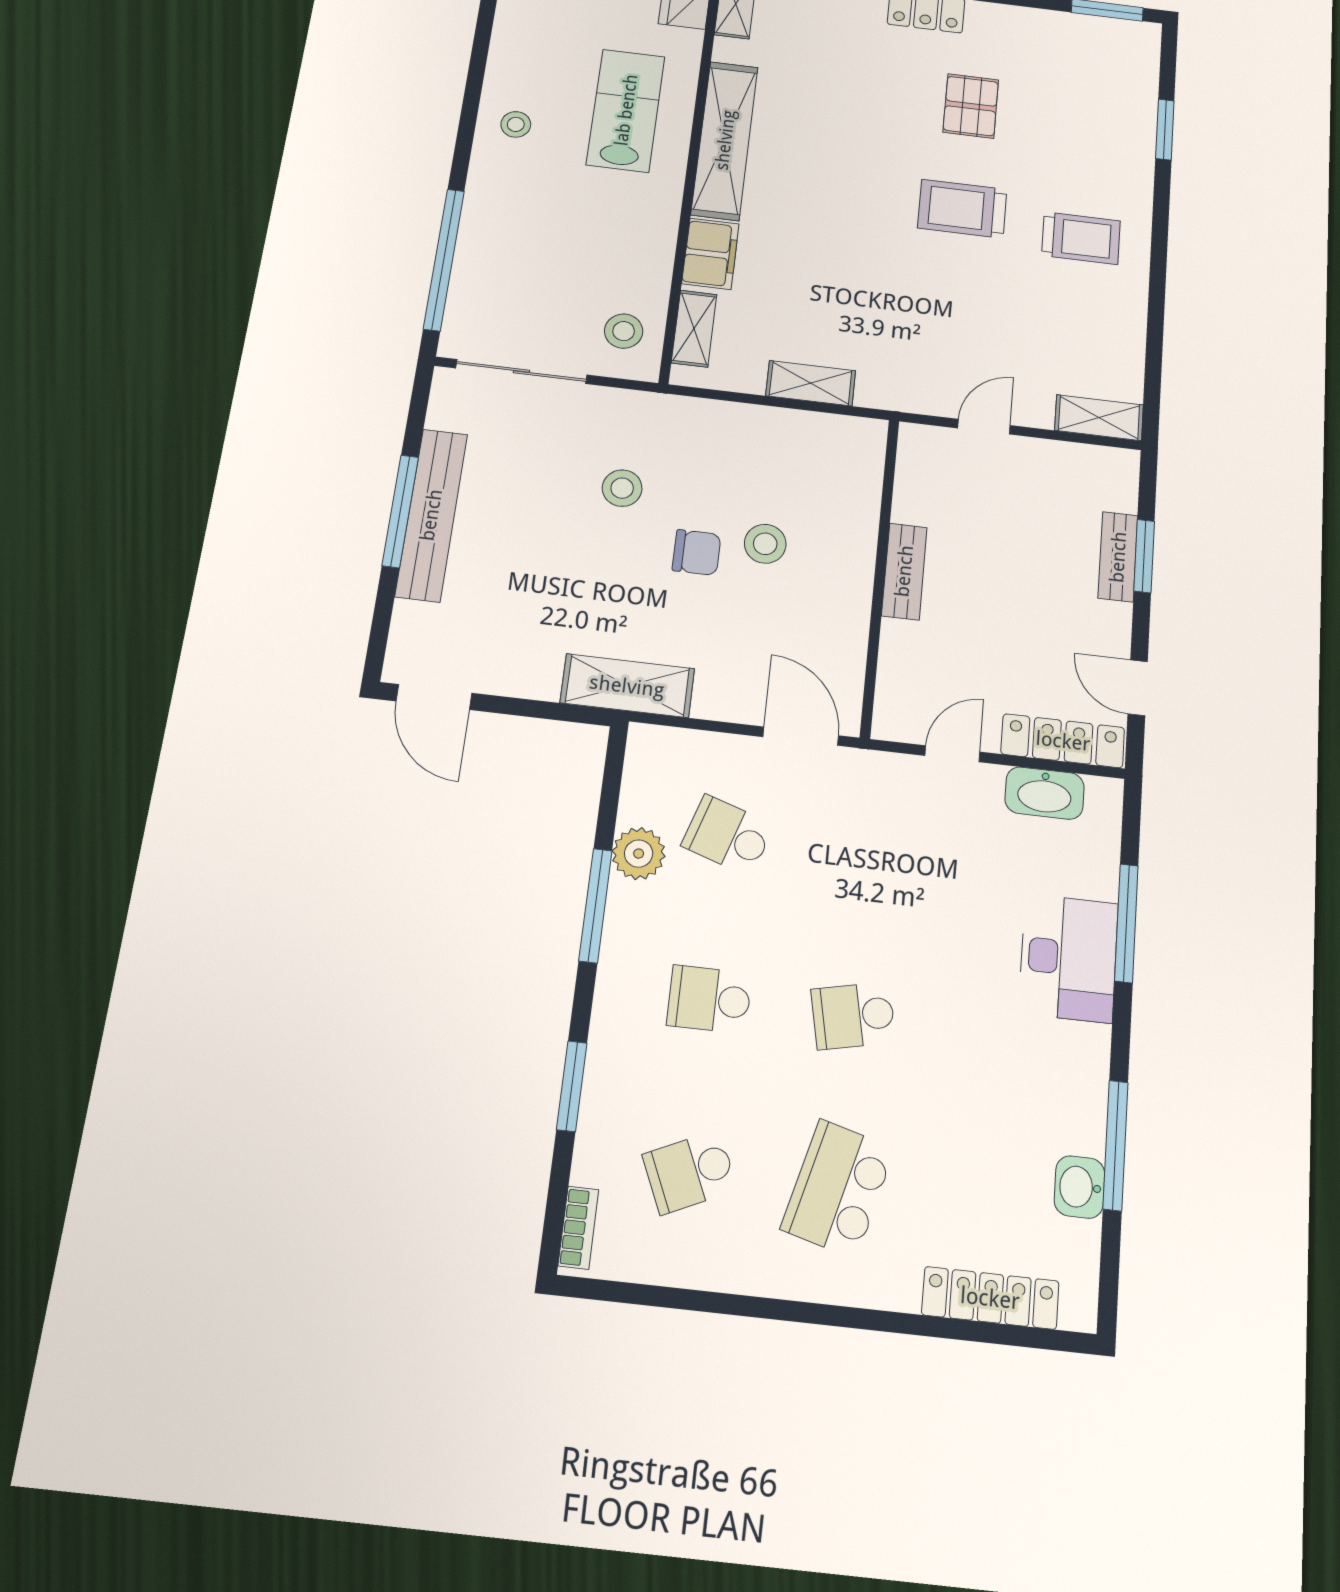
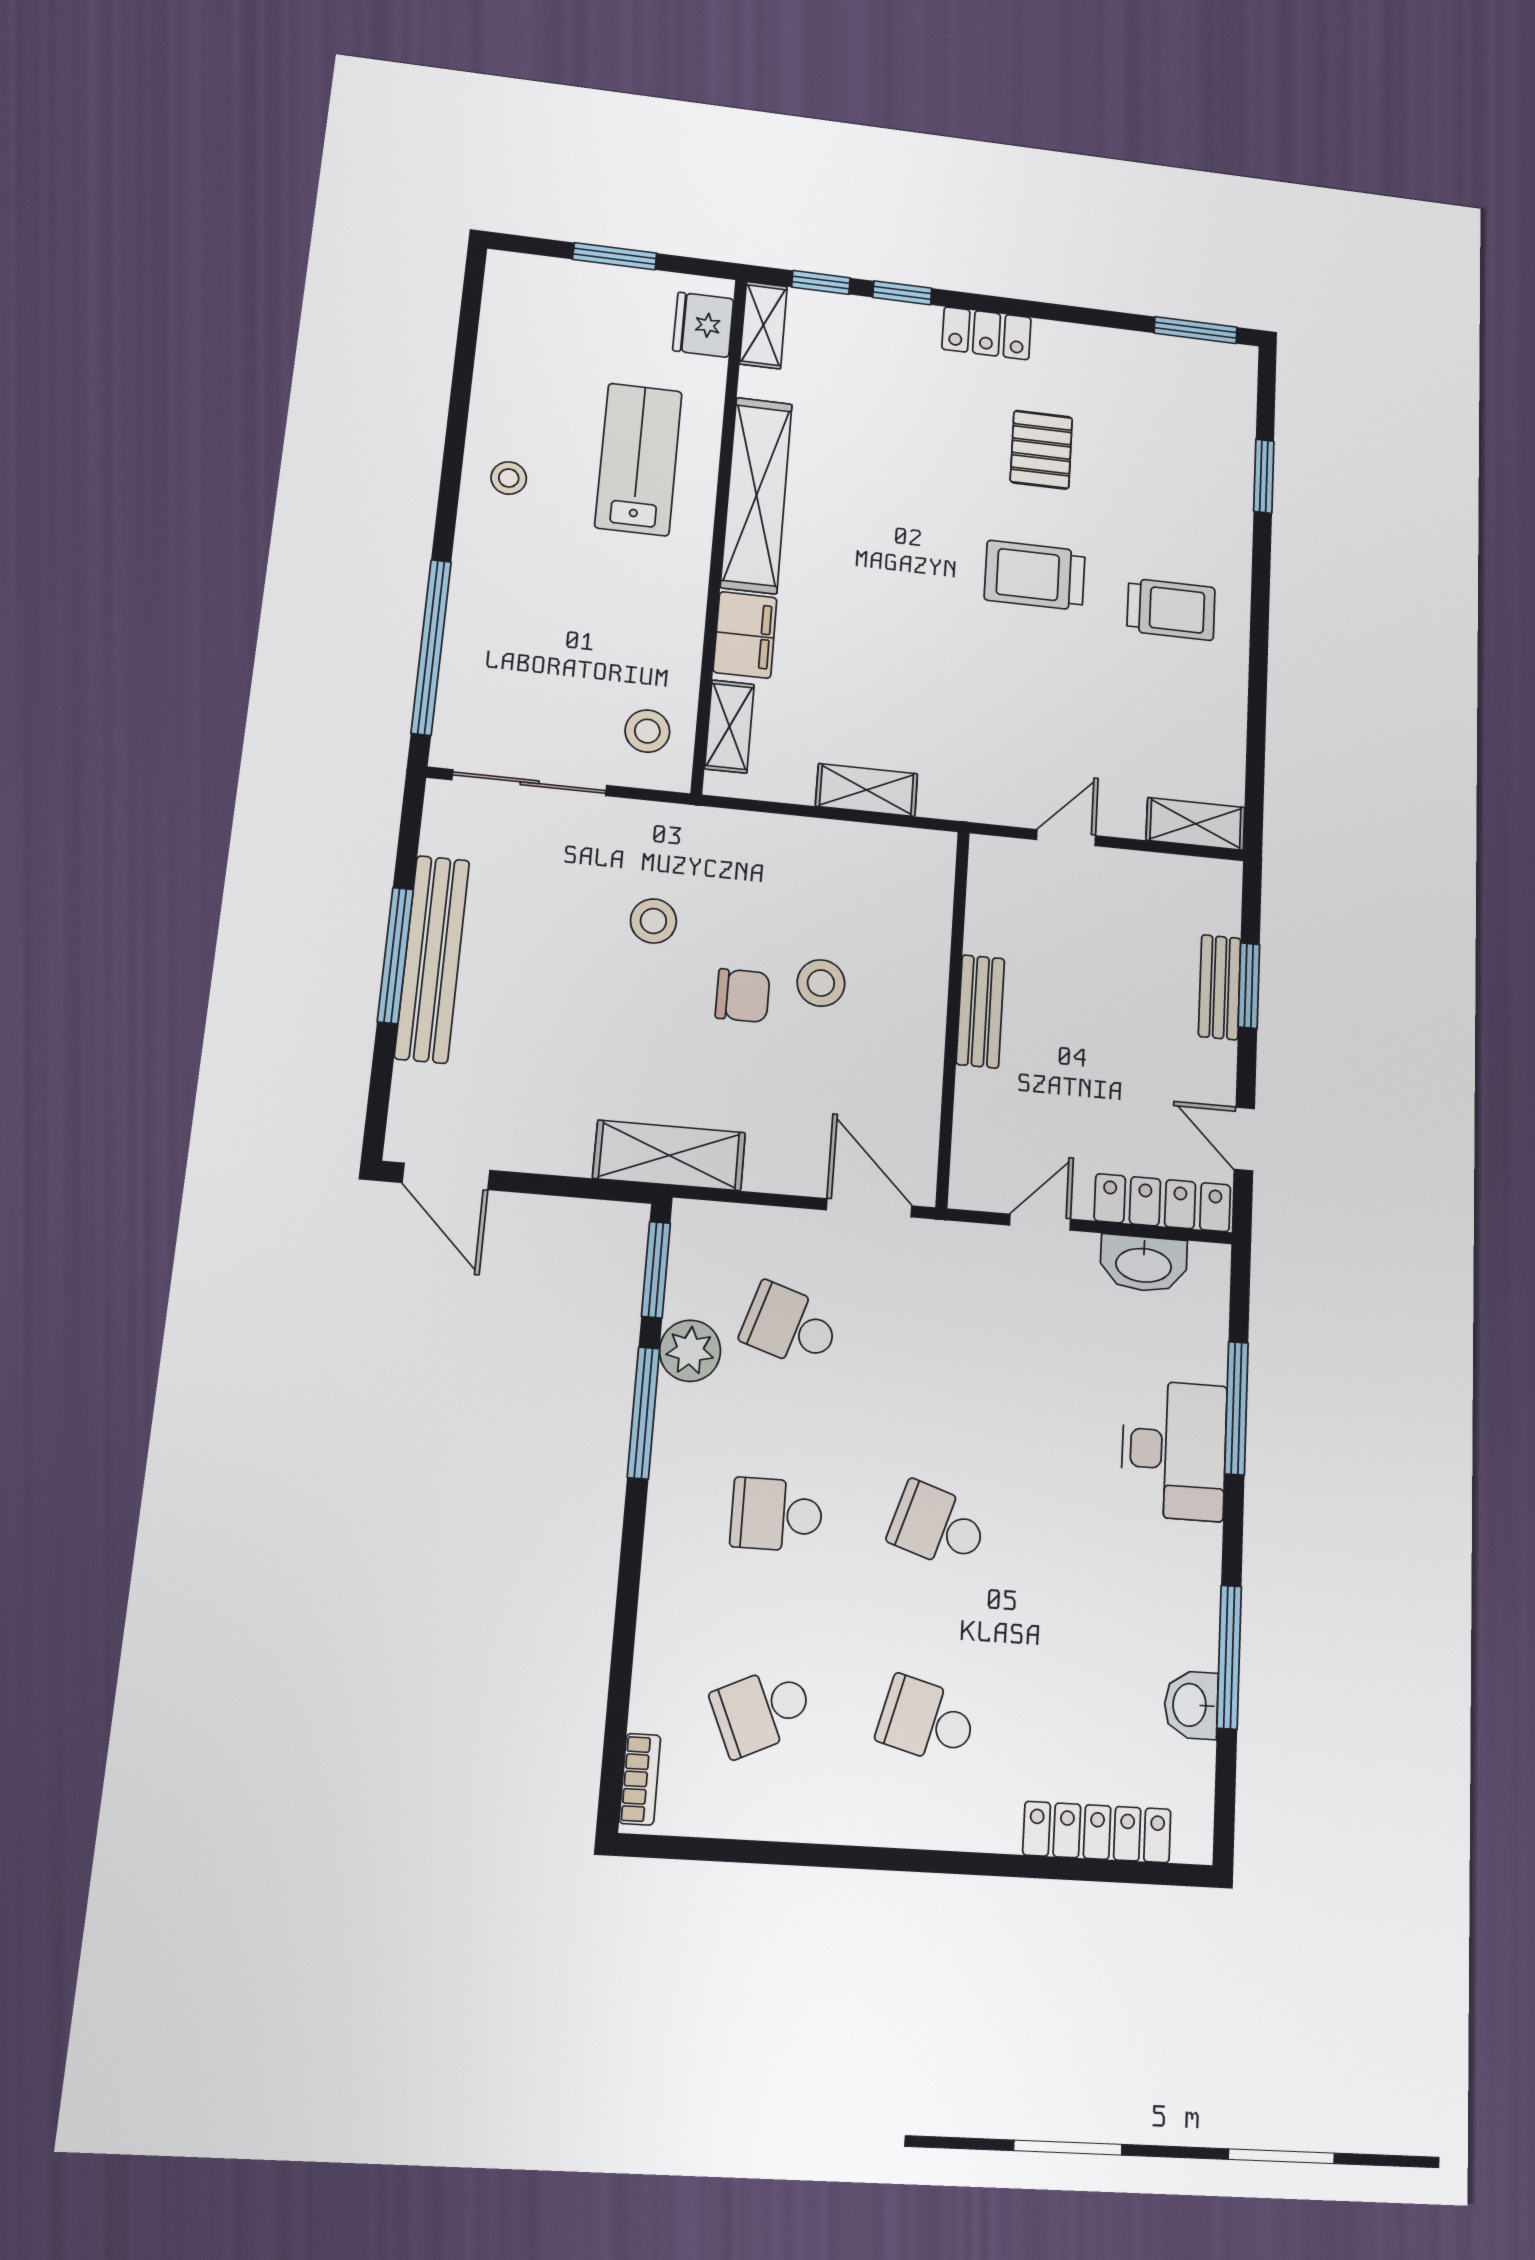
school desk: (853, 1016) -> (938, 1526), turned 30
window: (572, 1086) -> (656, 1270), moved
school desk: (838, 1189) -> (927, 1720), width x0.54

